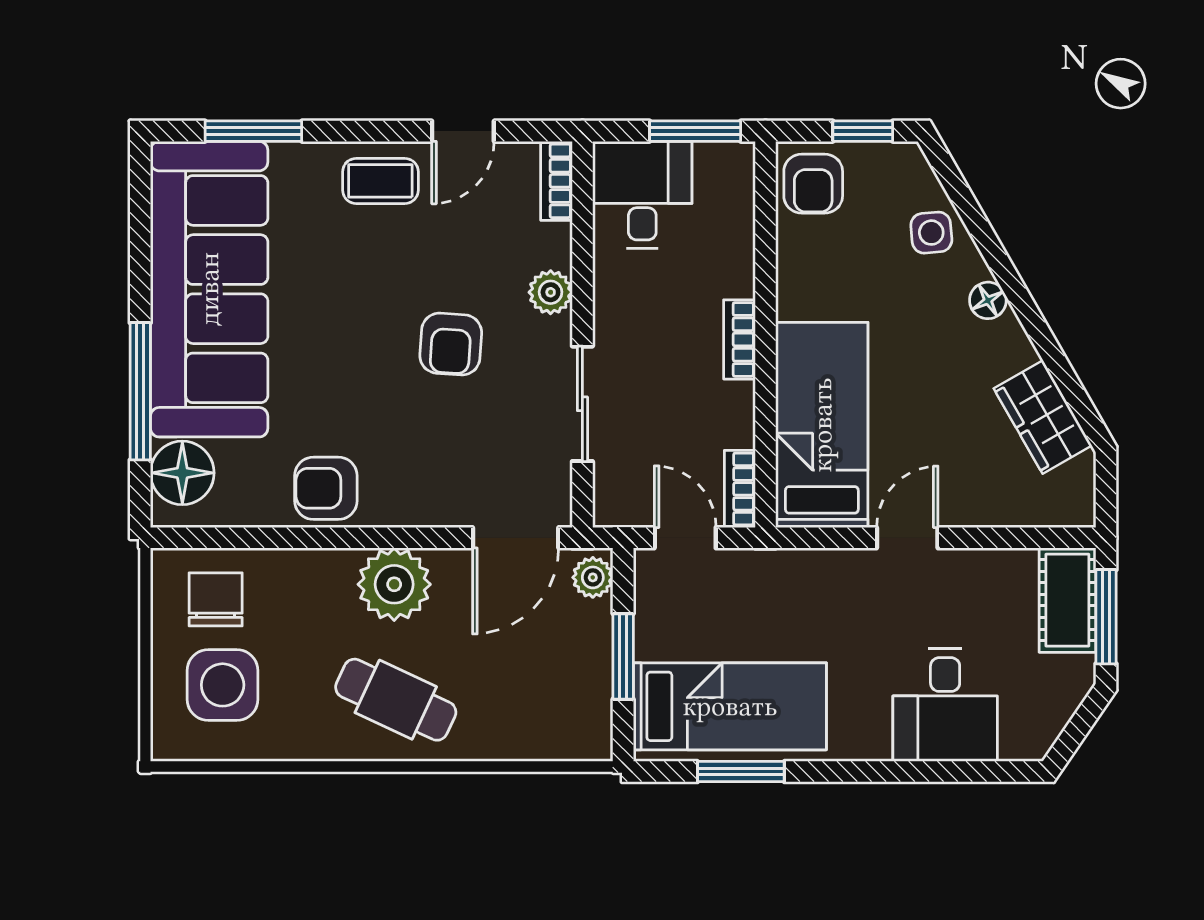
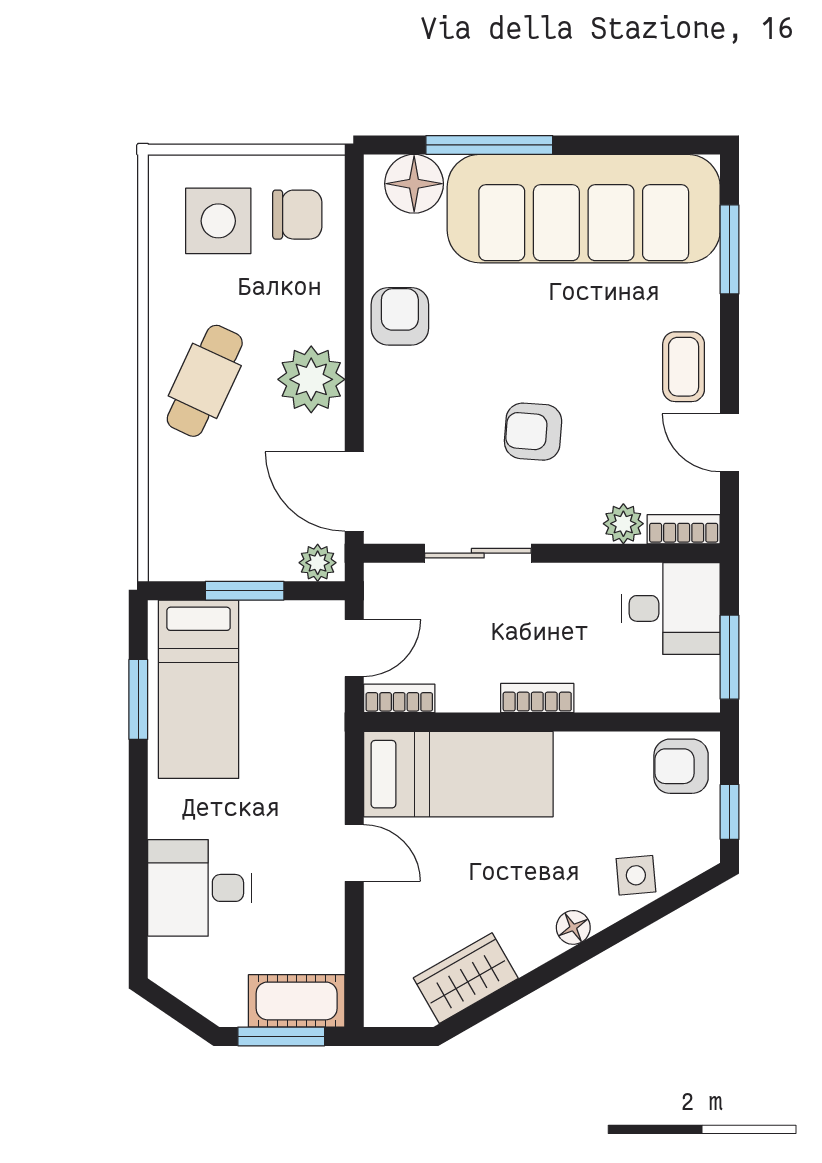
plant: (551, 292) -> (623, 524), moved

